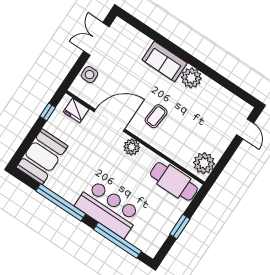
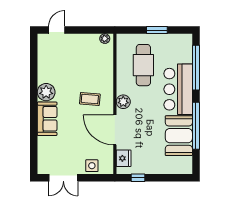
booth: (42, 157) -> (179, 136), moved, turned 90
plant: (204, 163) -> (105, 39), width x0.53, depth x0.53
cafe table: (174, 181) -> (143, 65), moved

